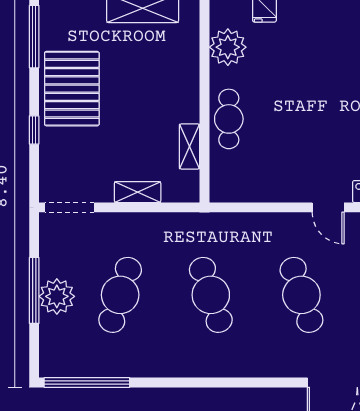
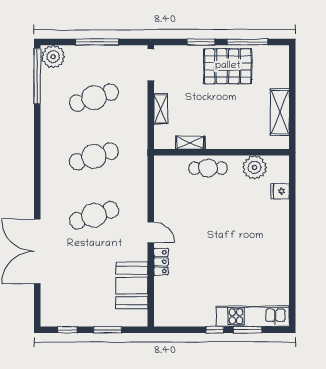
window: (34, 37) -> (247, 42), moved
window: (34, 130) -> (201, 42), width x1.50
door: (328, 207) -> (151, 233), swing flipped
cafe table: (120, 295) -> (94, 98), turned -36
plant: (57, 296) -> (53, 57), moved

